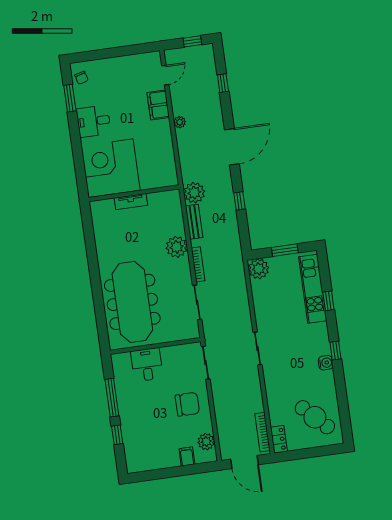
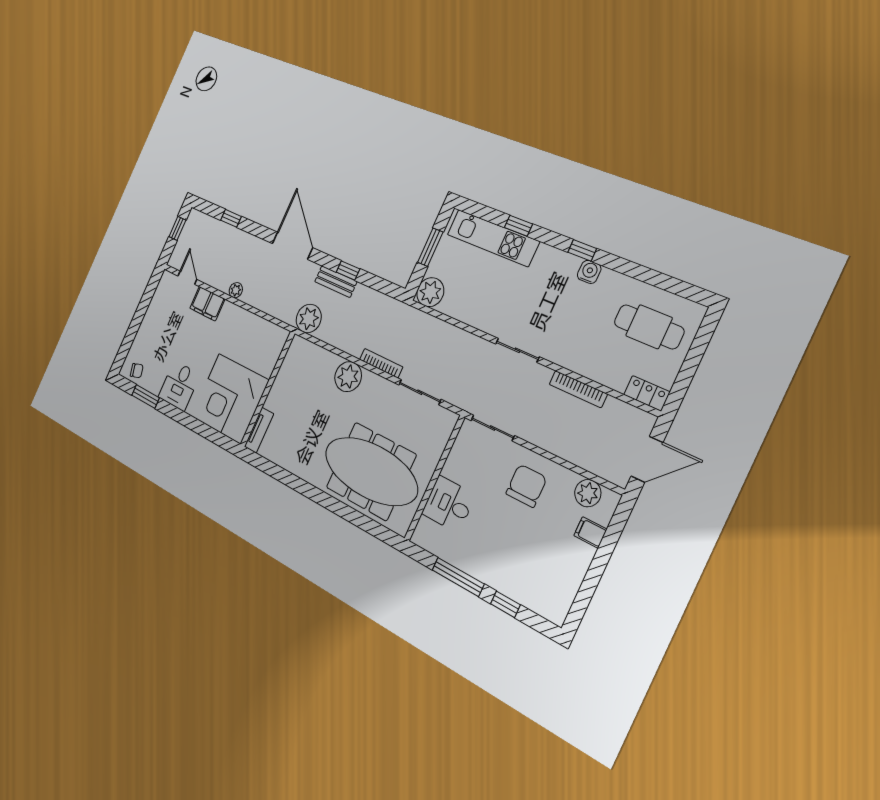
tv unit: (131, 202) -> (259, 430), moved
bench: (194, 222) -> (336, 282), moved
cafe table: (315, 417) -> (649, 327), turned 45
bookcase: (262, 432) -> (578, 389), moved

